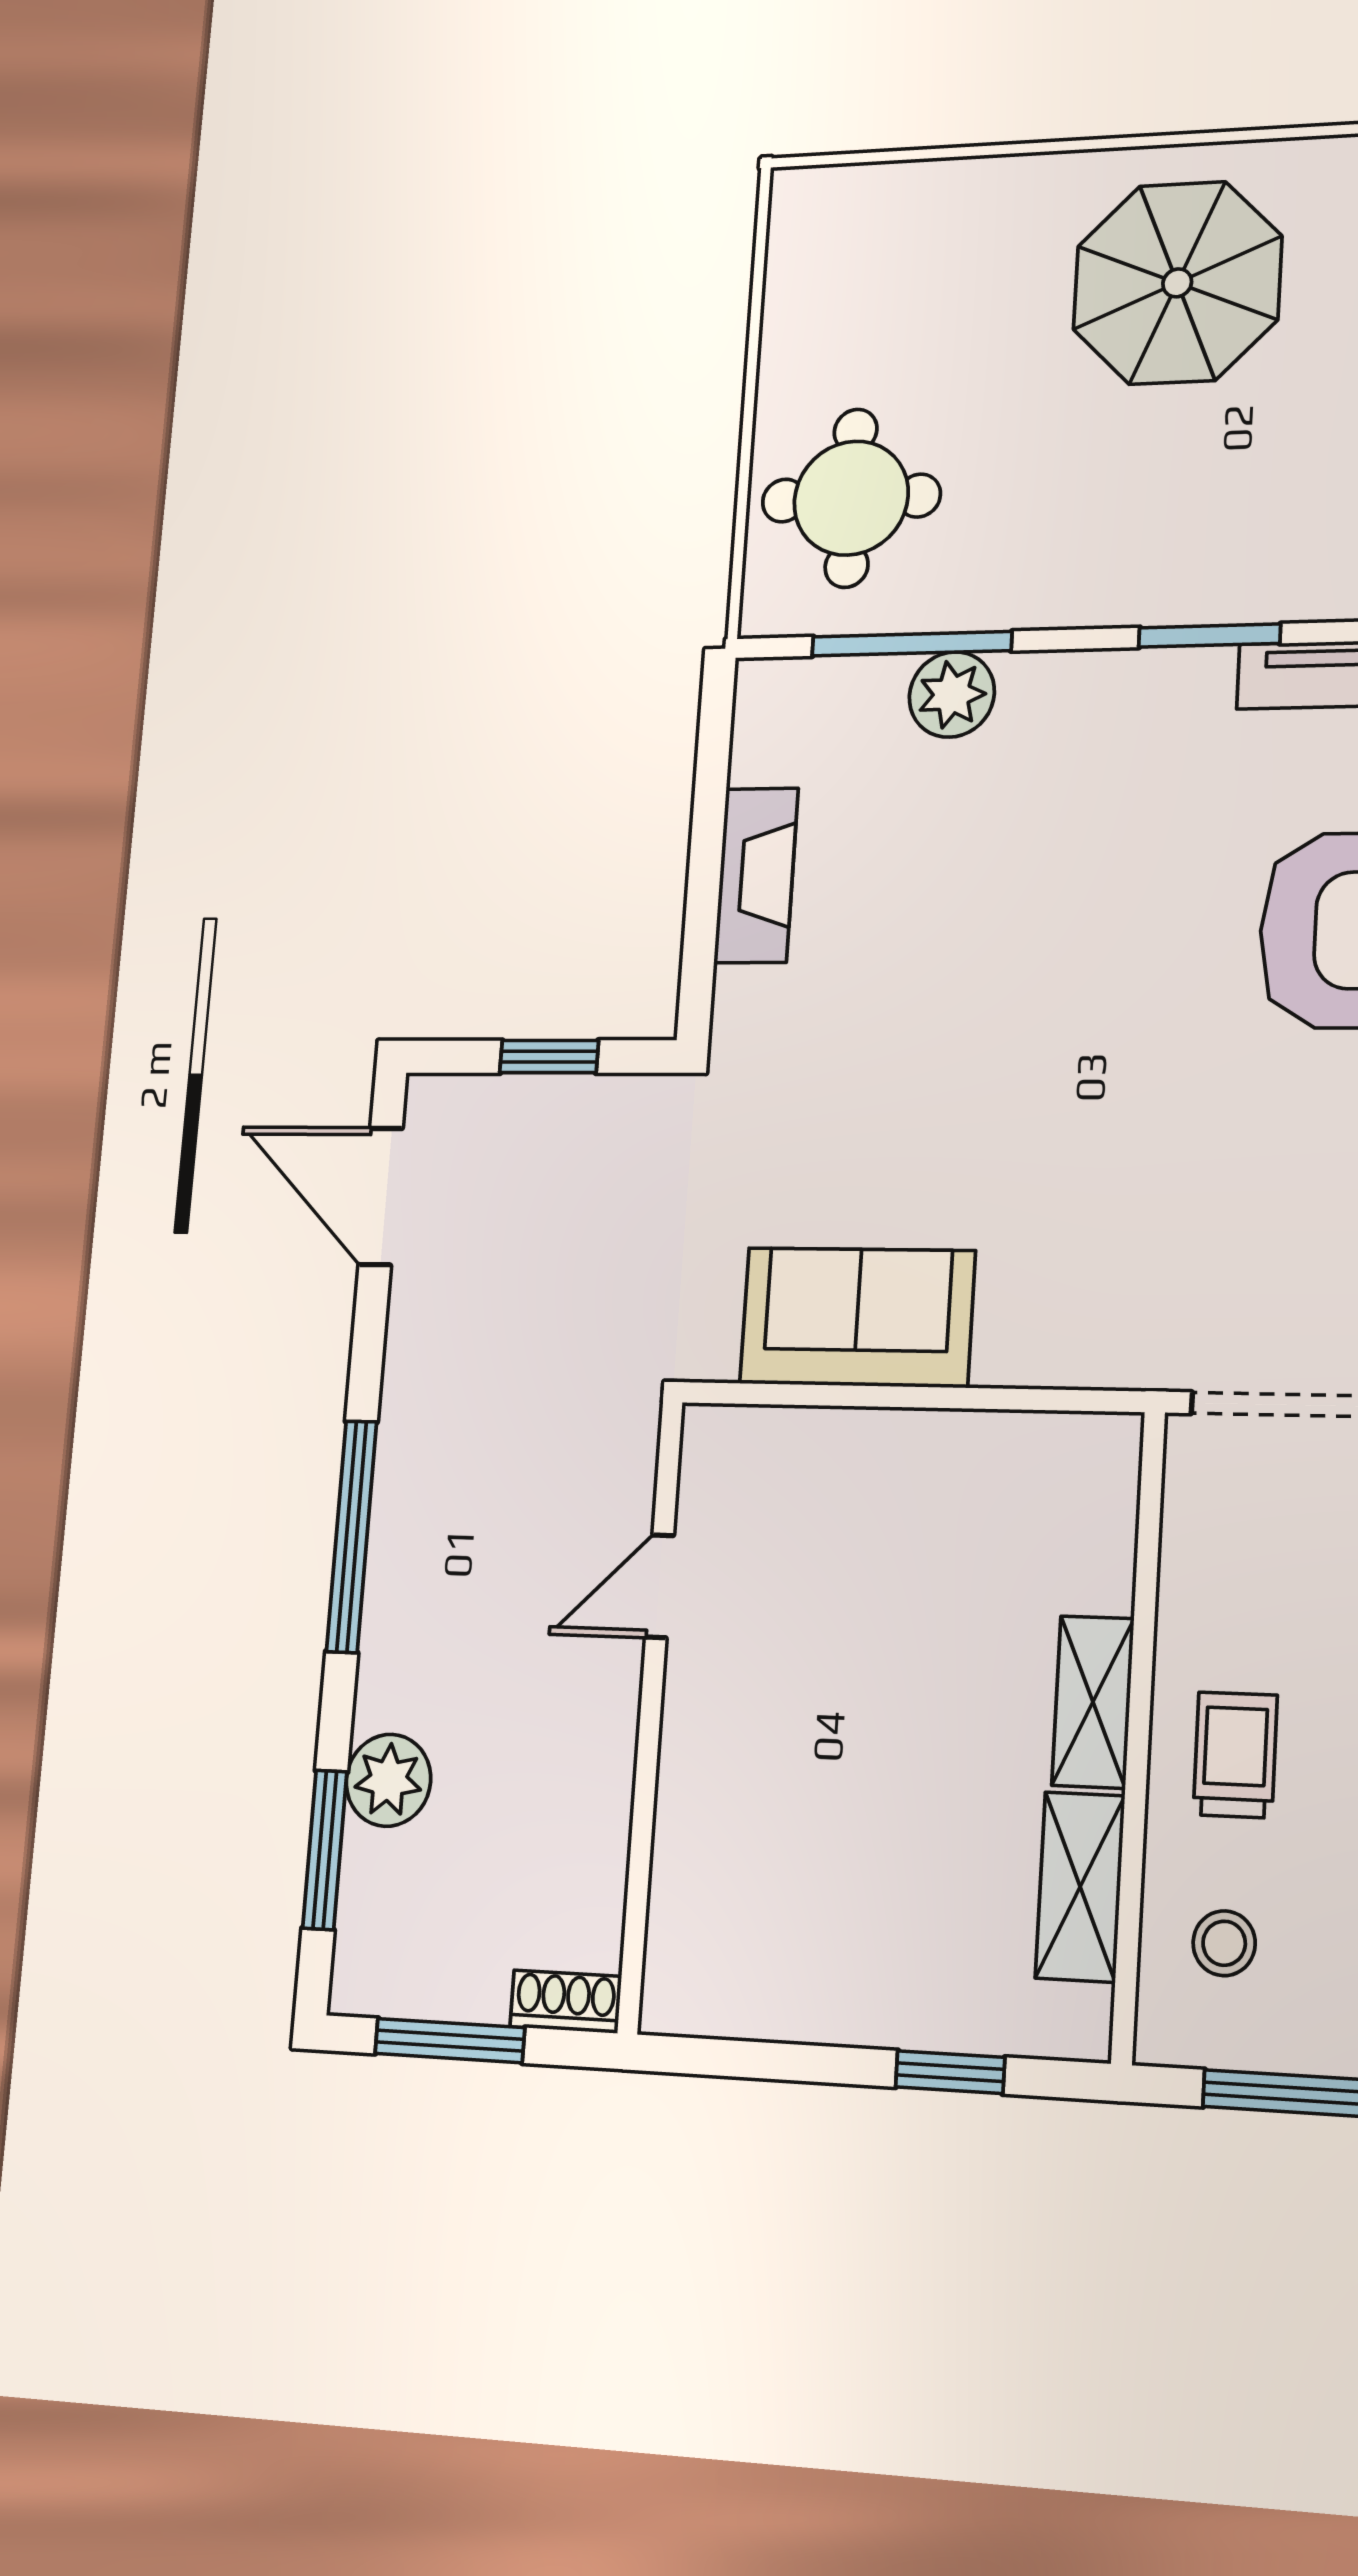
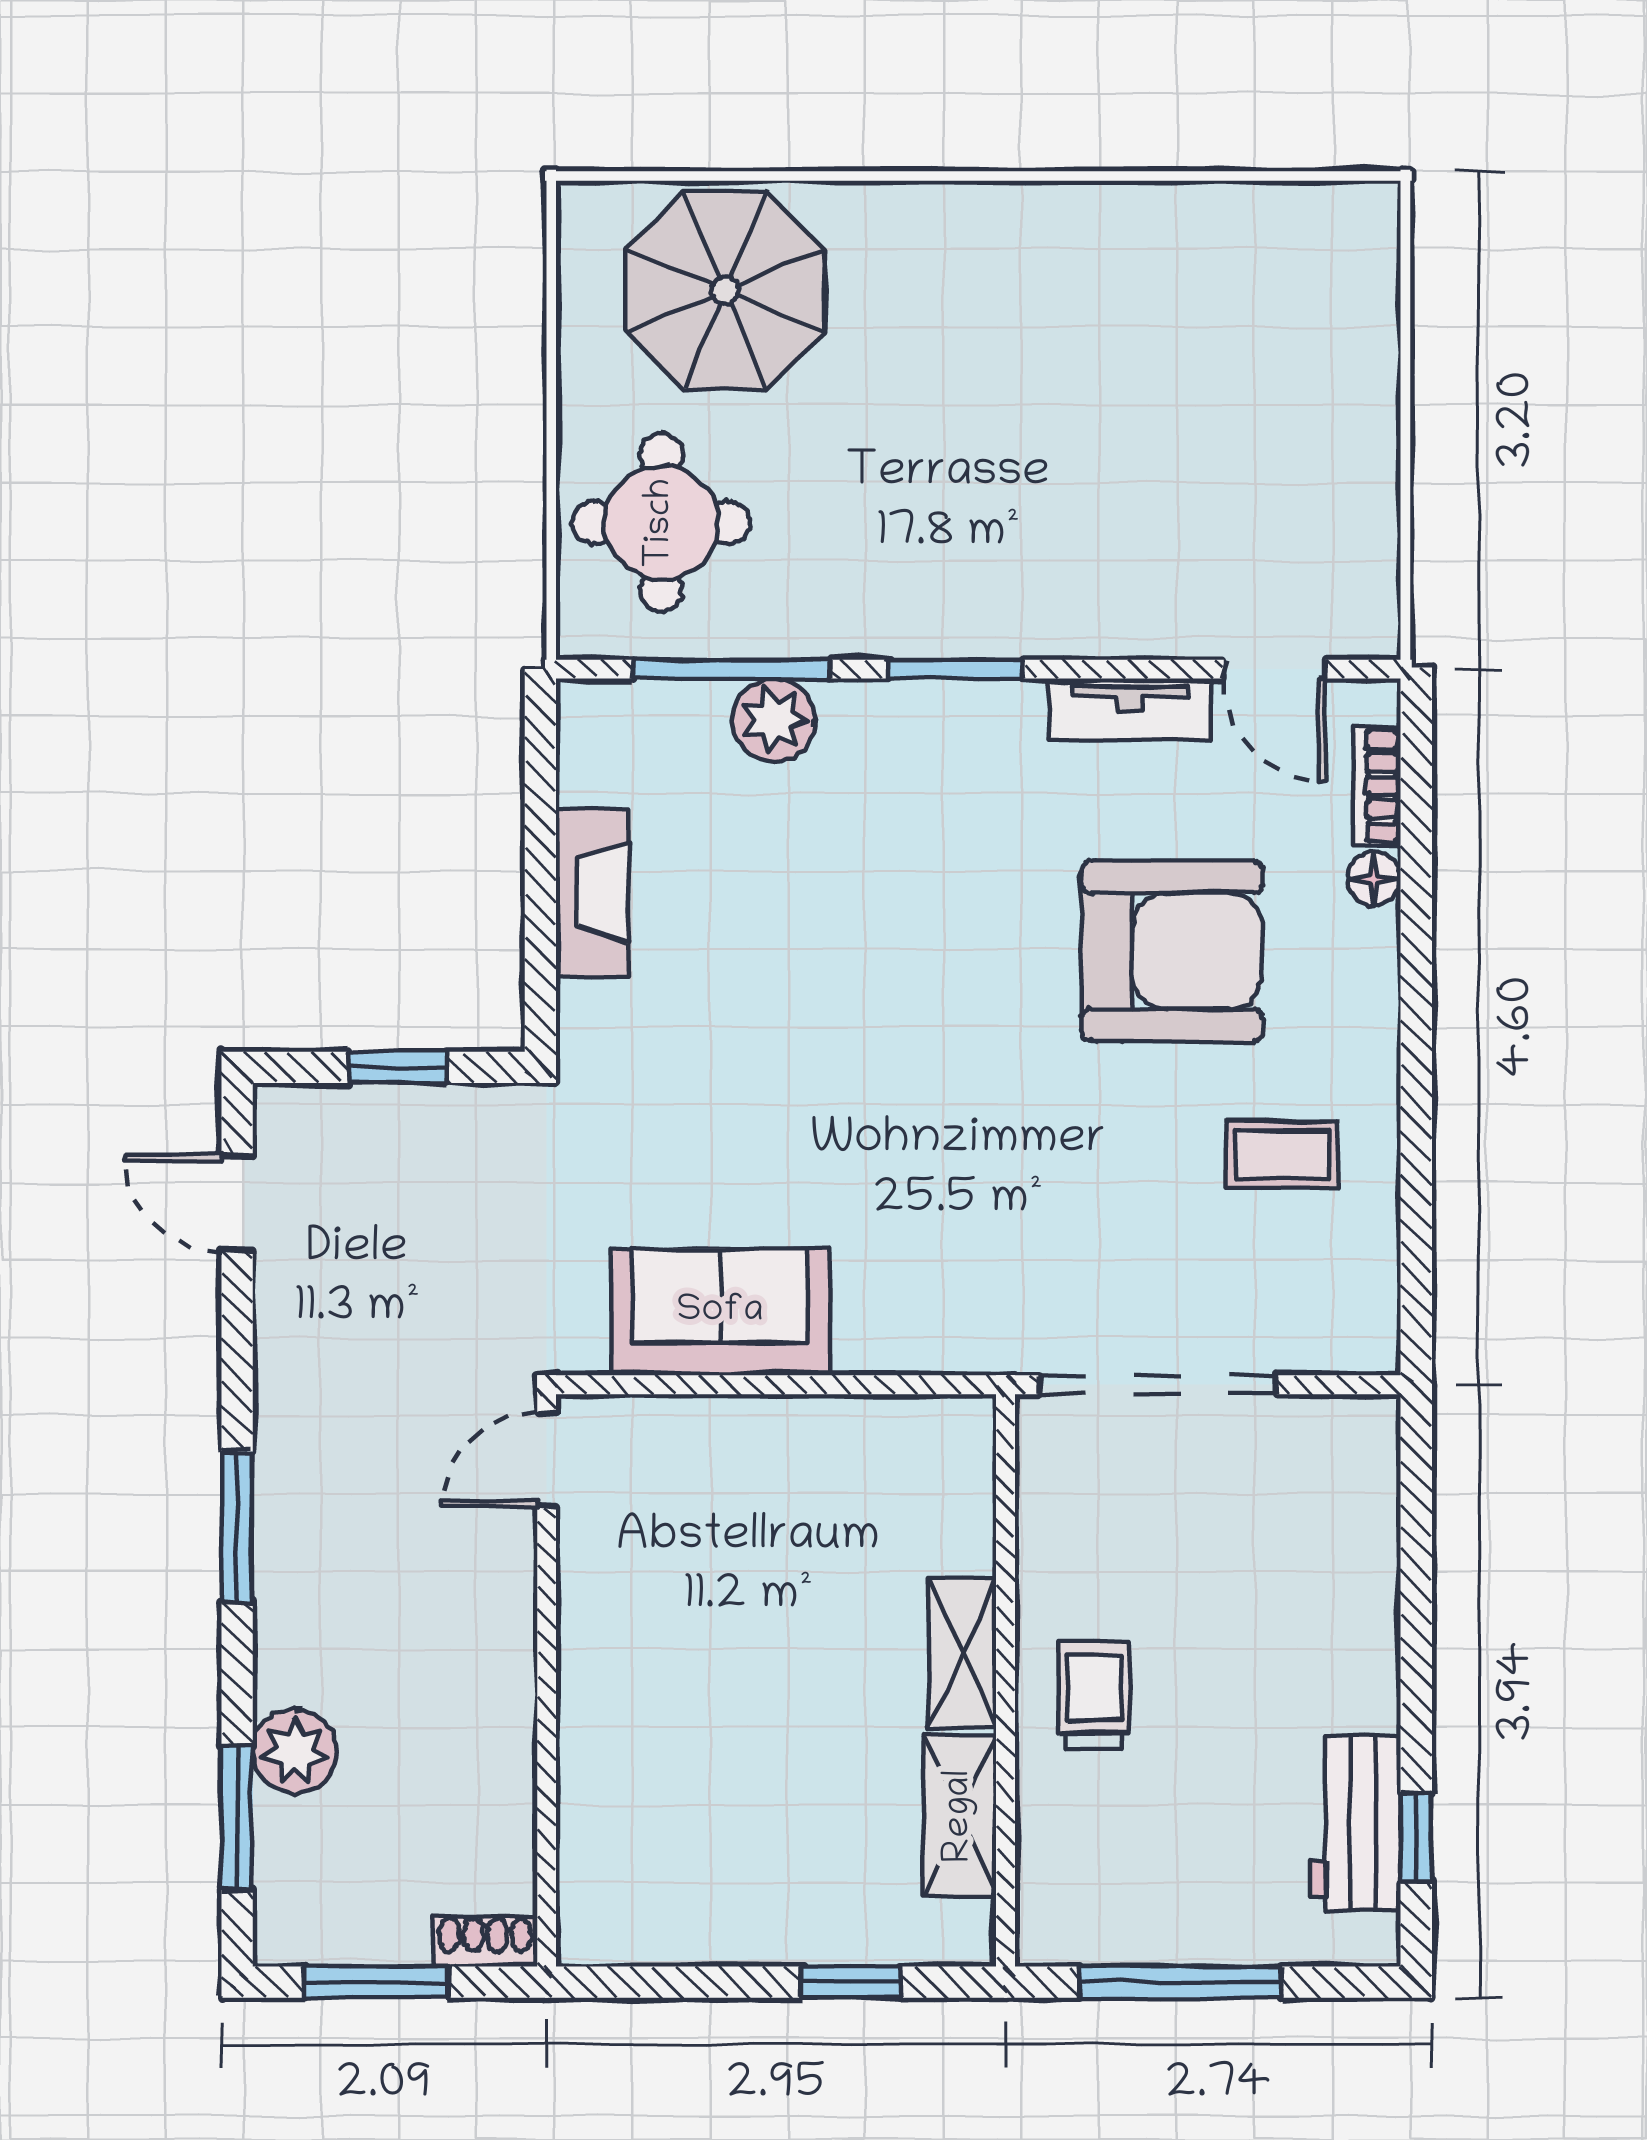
parasol: (1177, 283) -> (725, 290), moved
window: (1209, 636) -> (956, 669), moved
door: (381, 1196) -> (237, 1203), width x0.73
window: (352, 1536) -> (237, 1527), width x0.69
door: (659, 1586) -> (547, 1460), moved
stool: (1224, 1943) -> (1092, 1858), removed

